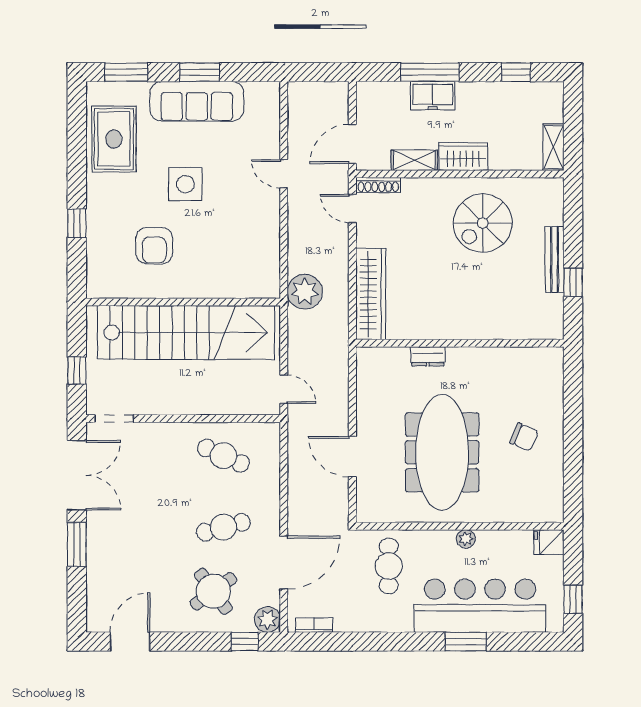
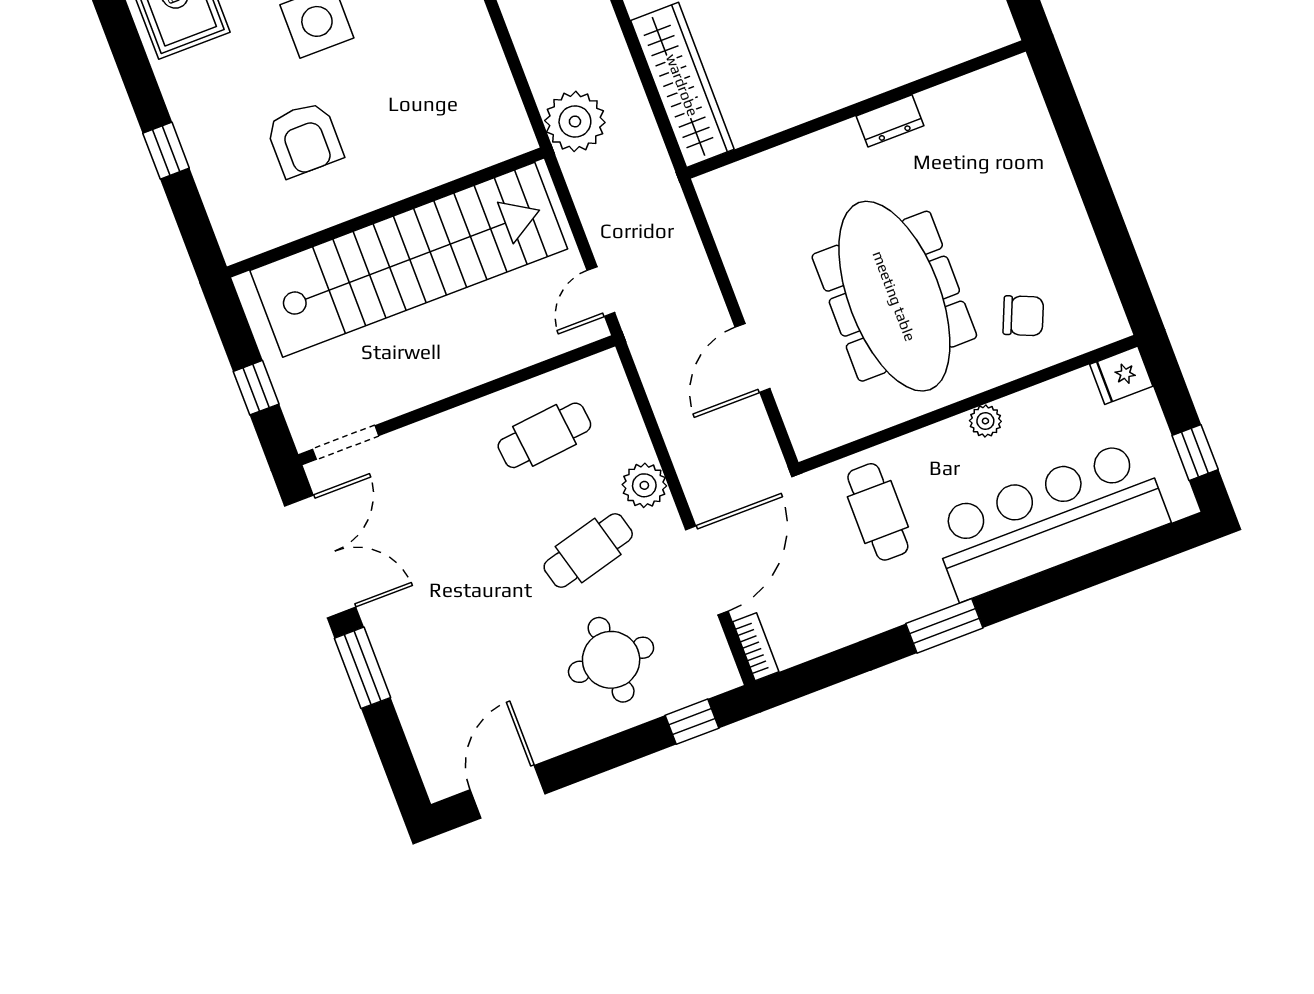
dresser: (428, 356) -> (890, 121), moved
door: (284, 389) -> (601, 292), swing flipped
chair: (524, 437) -> (1023, 316), moved
cafe table: (223, 456) -> (544, 435), turned -30
door: (352, 457) -> (753, 358), hinge flipped
round table: (213, 591) -> (611, 660), turned 36
plant: (267, 620) -> (644, 485), moved
bookcase: (314, 625) -> (756, 647), moved, turned 90
window: (466, 642) -> (944, 626), moved

